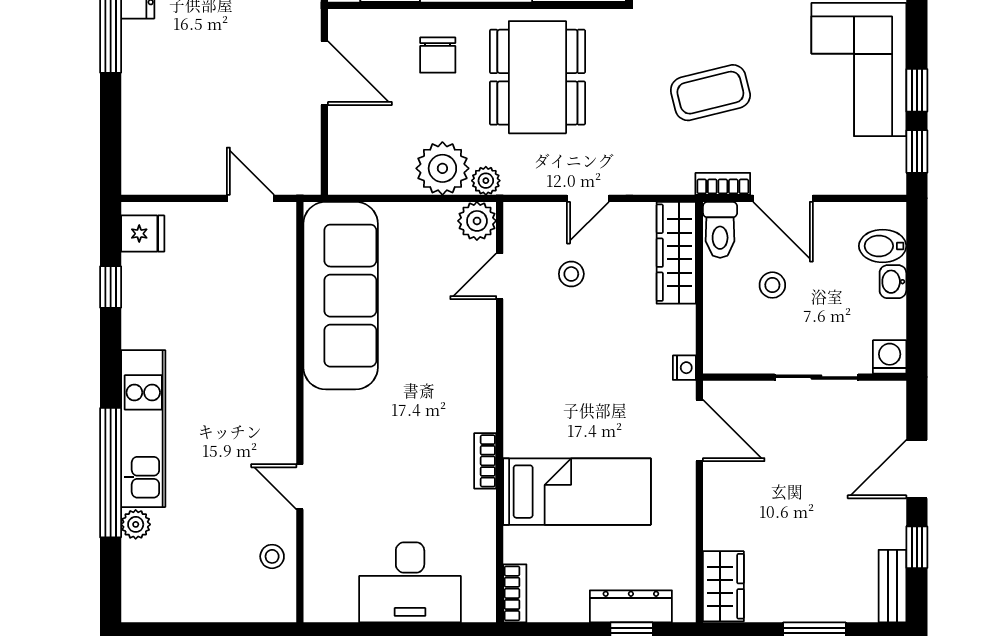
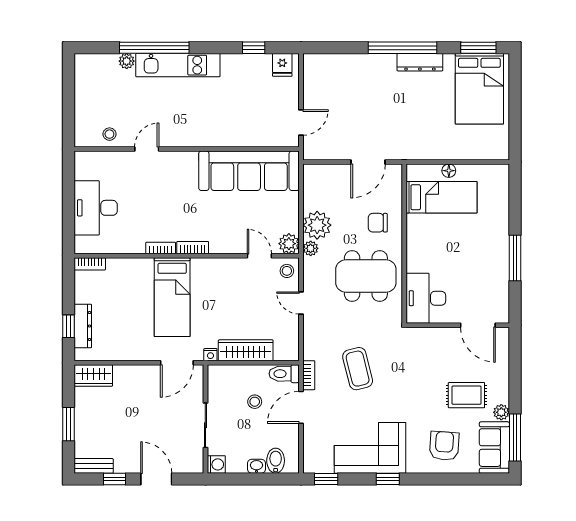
window: (917, 90) -> (388, 479), moved
wardrobe: (676, 253) -> (246, 350), moved
stool: (571, 274) -> (287, 271), moved
bookcase: (484, 401) -> (193, 248), added
bed: (577, 492) -> (172, 297), moved

